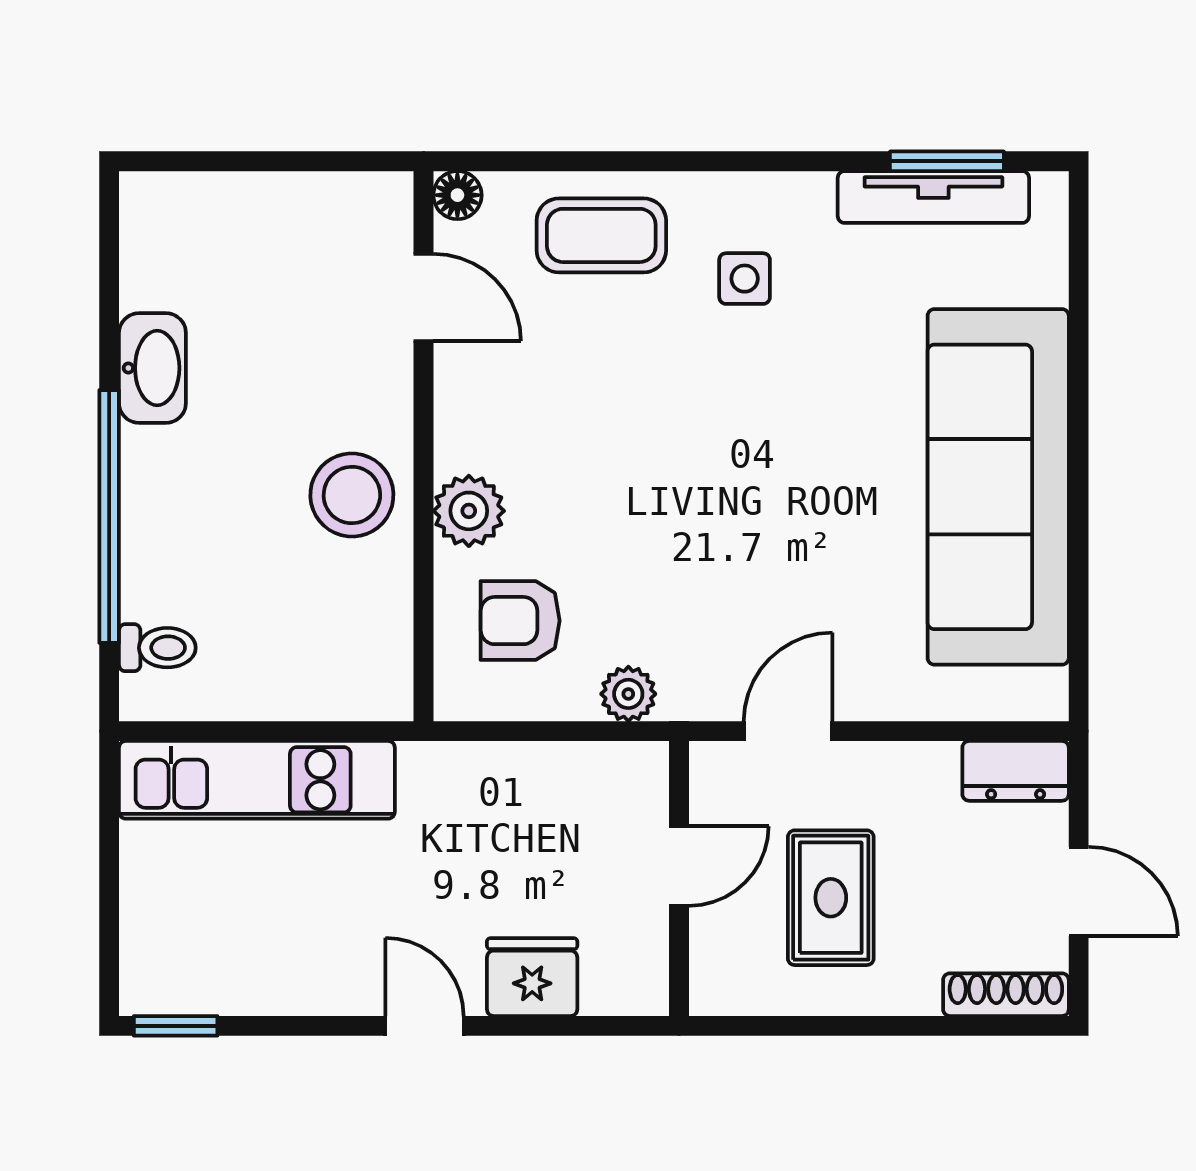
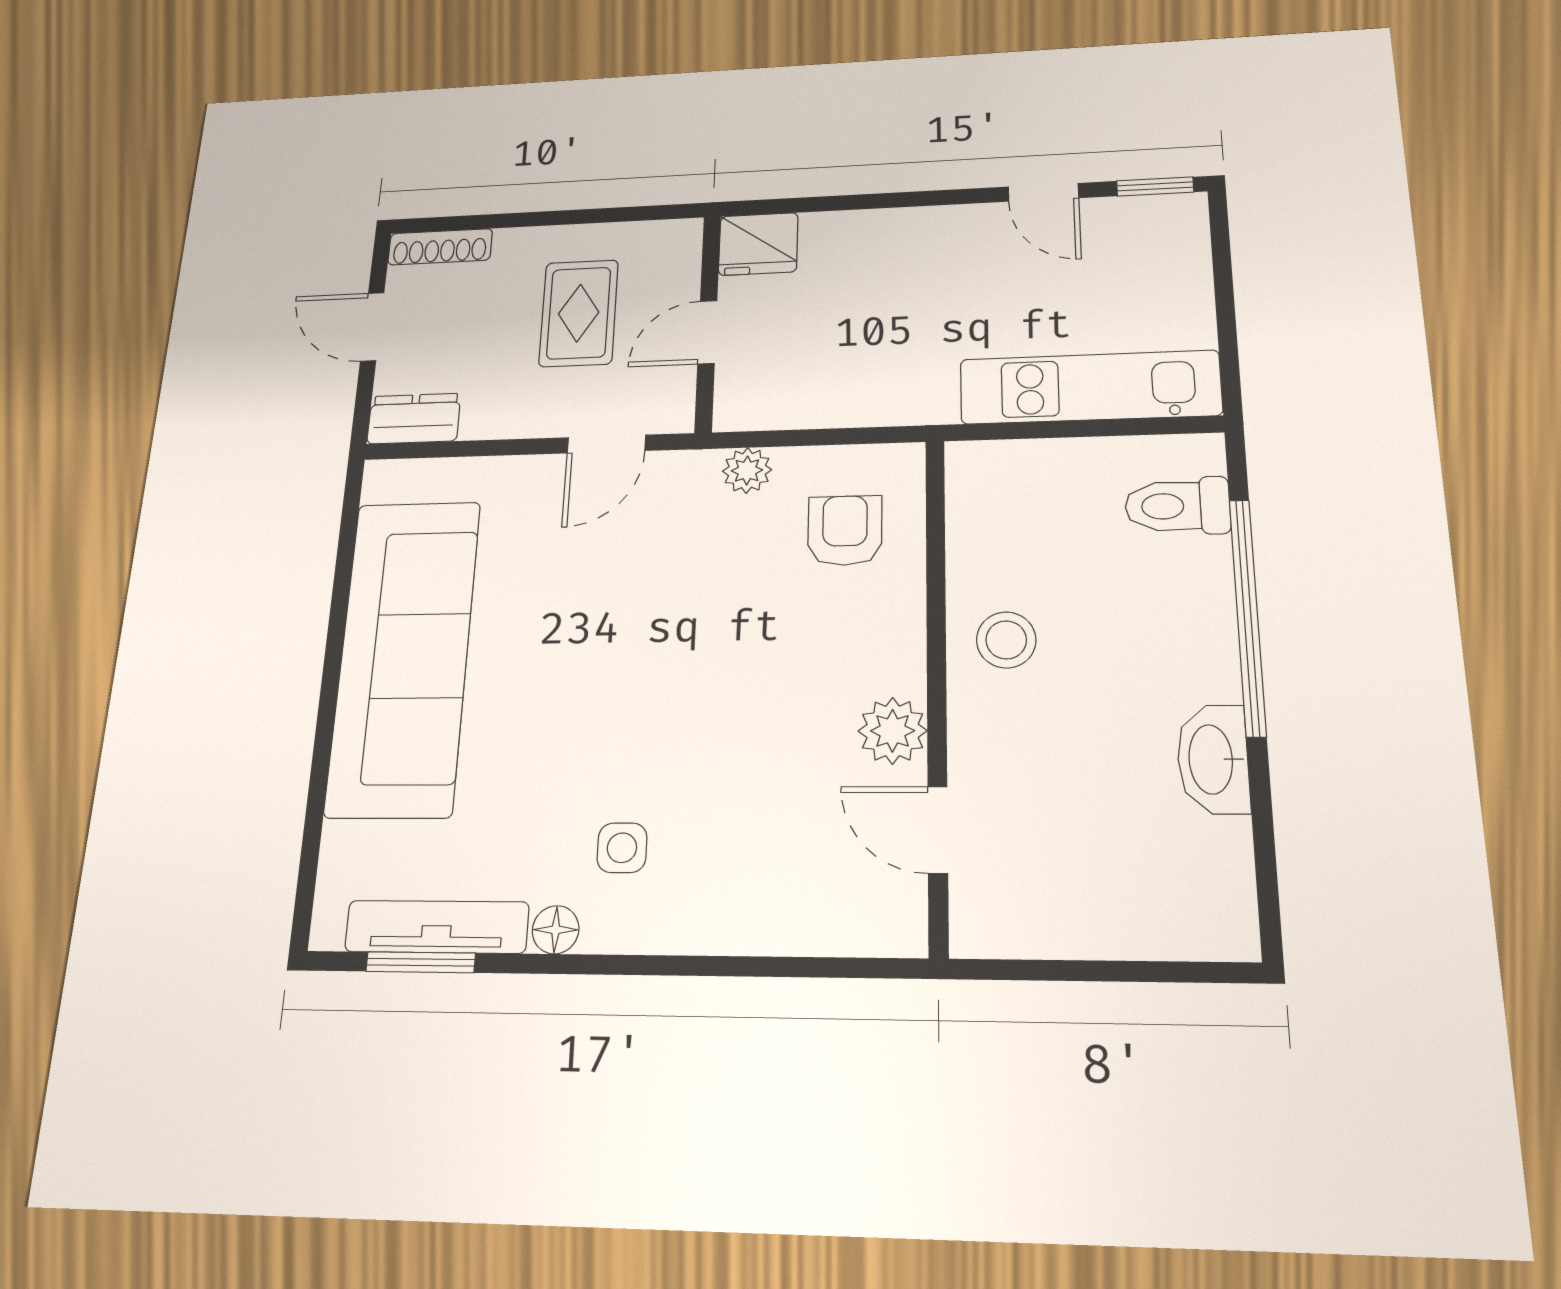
floor lamp: (457, 195) -> (556, 930), moved
coffee table: (601, 235) -> (760, 891), removed
stool: (352, 495) -> (1006, 640), width x0.73, depth x0.73
plant: (469, 511) -> (893, 731), moved
armchair: (520, 621) -> (845, 531), turned -90
toilet: (157, 648) -> (1177, 506), width x1.37, depth x1.39
fridge: (532, 977) -> (758, 244), moved
door: (425, 1026) -> (1043, 192), moved

